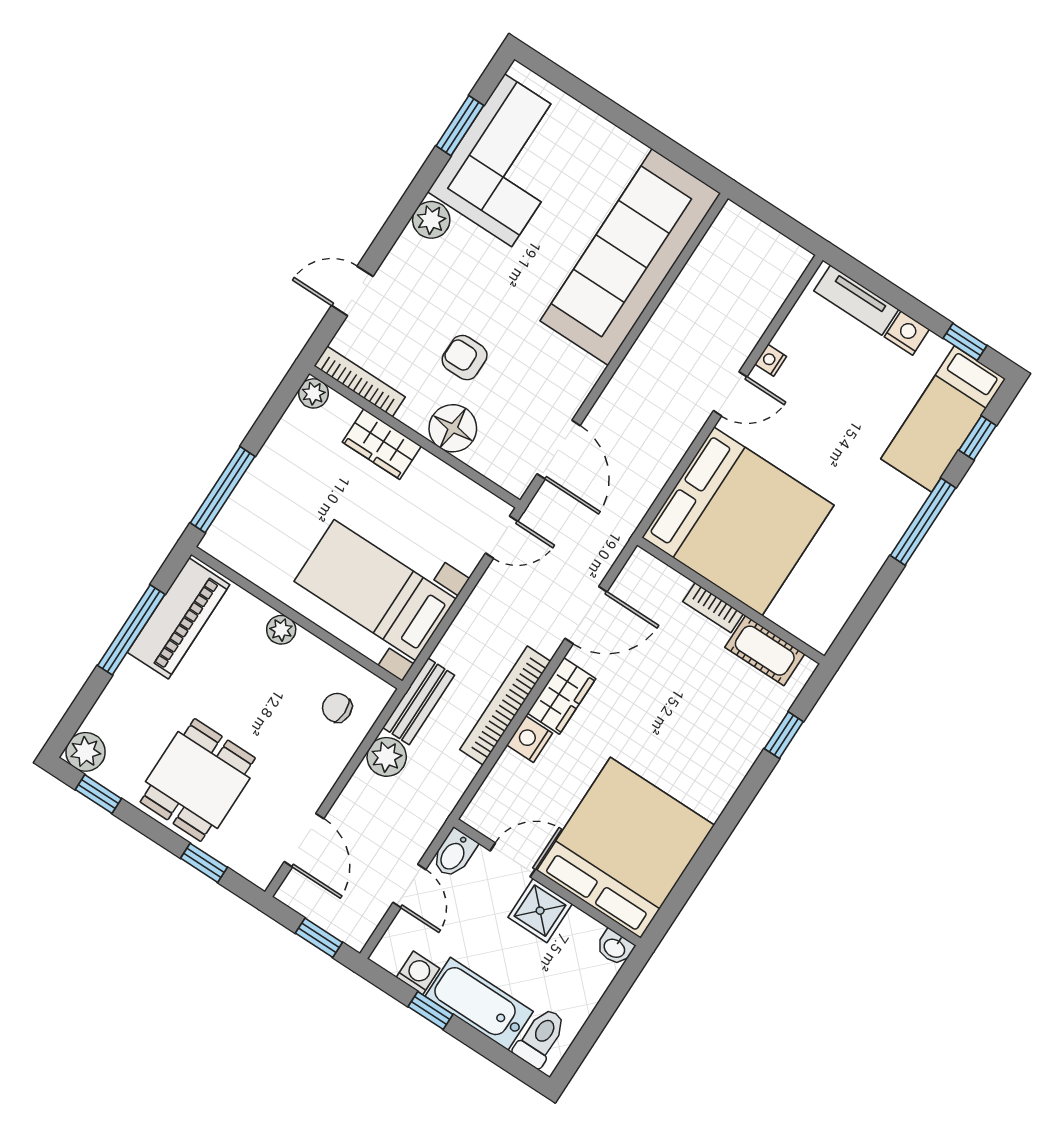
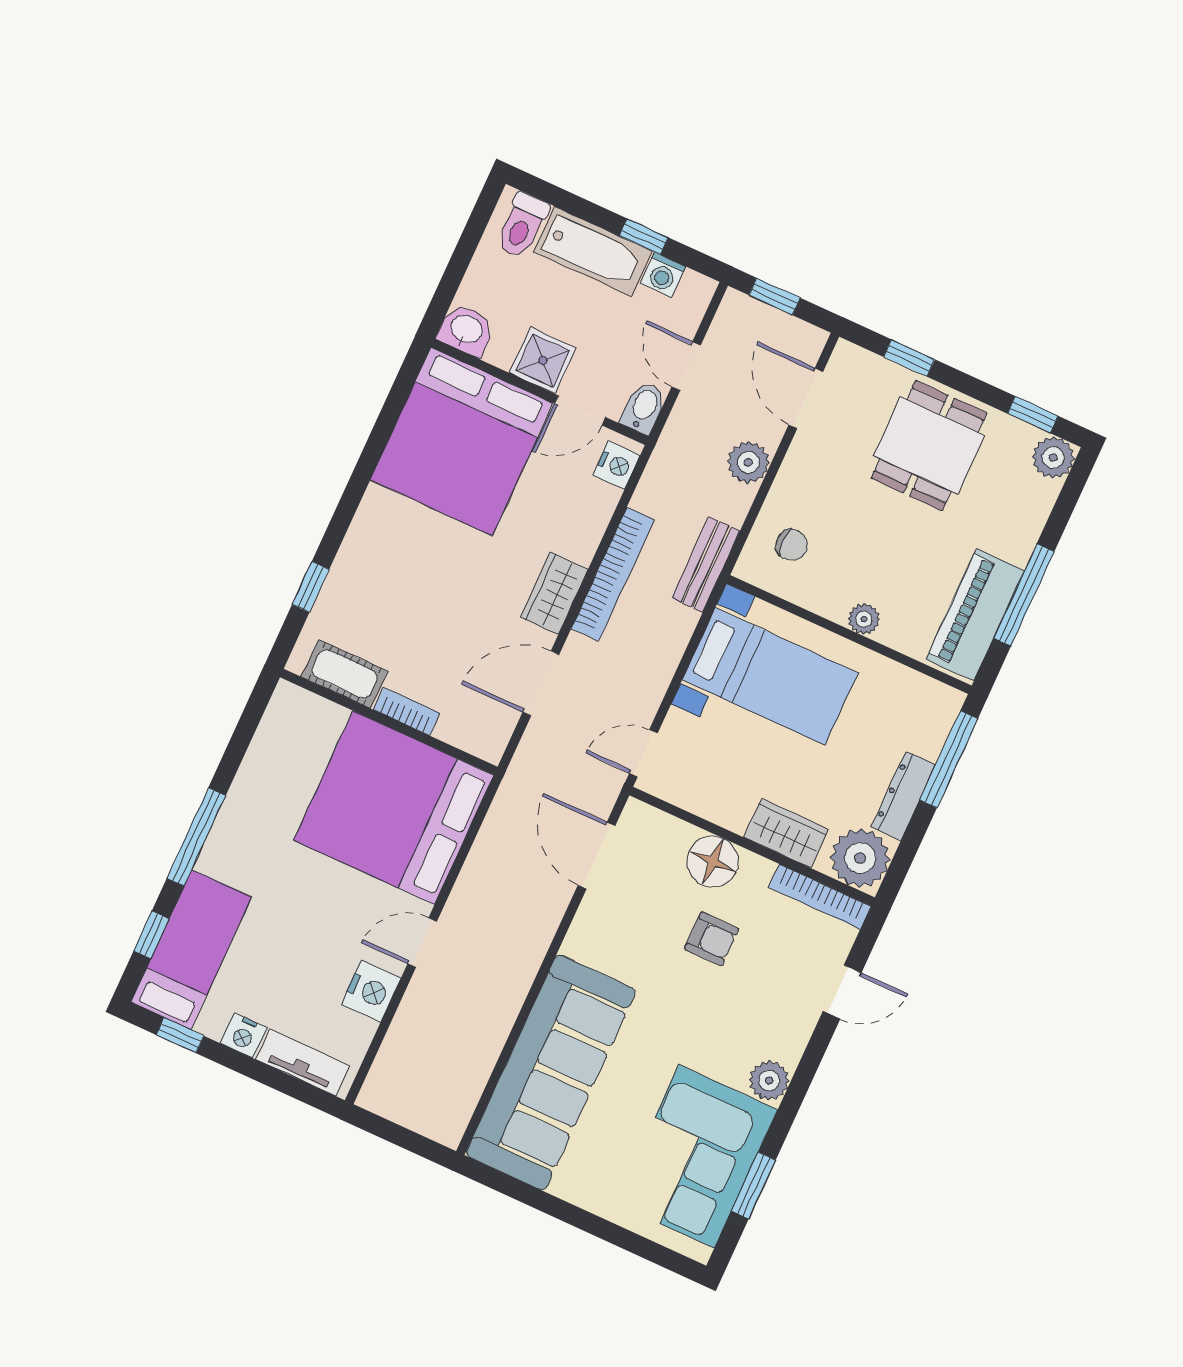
nightstand: (771, 360) -> (371, 991), width x1.89, depth x1.79
plant: (314, 393) -> (860, 858), width x1.87, depth x1.87
dresser: (269, 462) -> (903, 796), added
nightstand: (530, 739) -> (617, 465), moved
plant: (387, 757) -> (748, 462), moved
washbasin: (615, 948) -> (466, 330), width x1.38, depth x1.45

